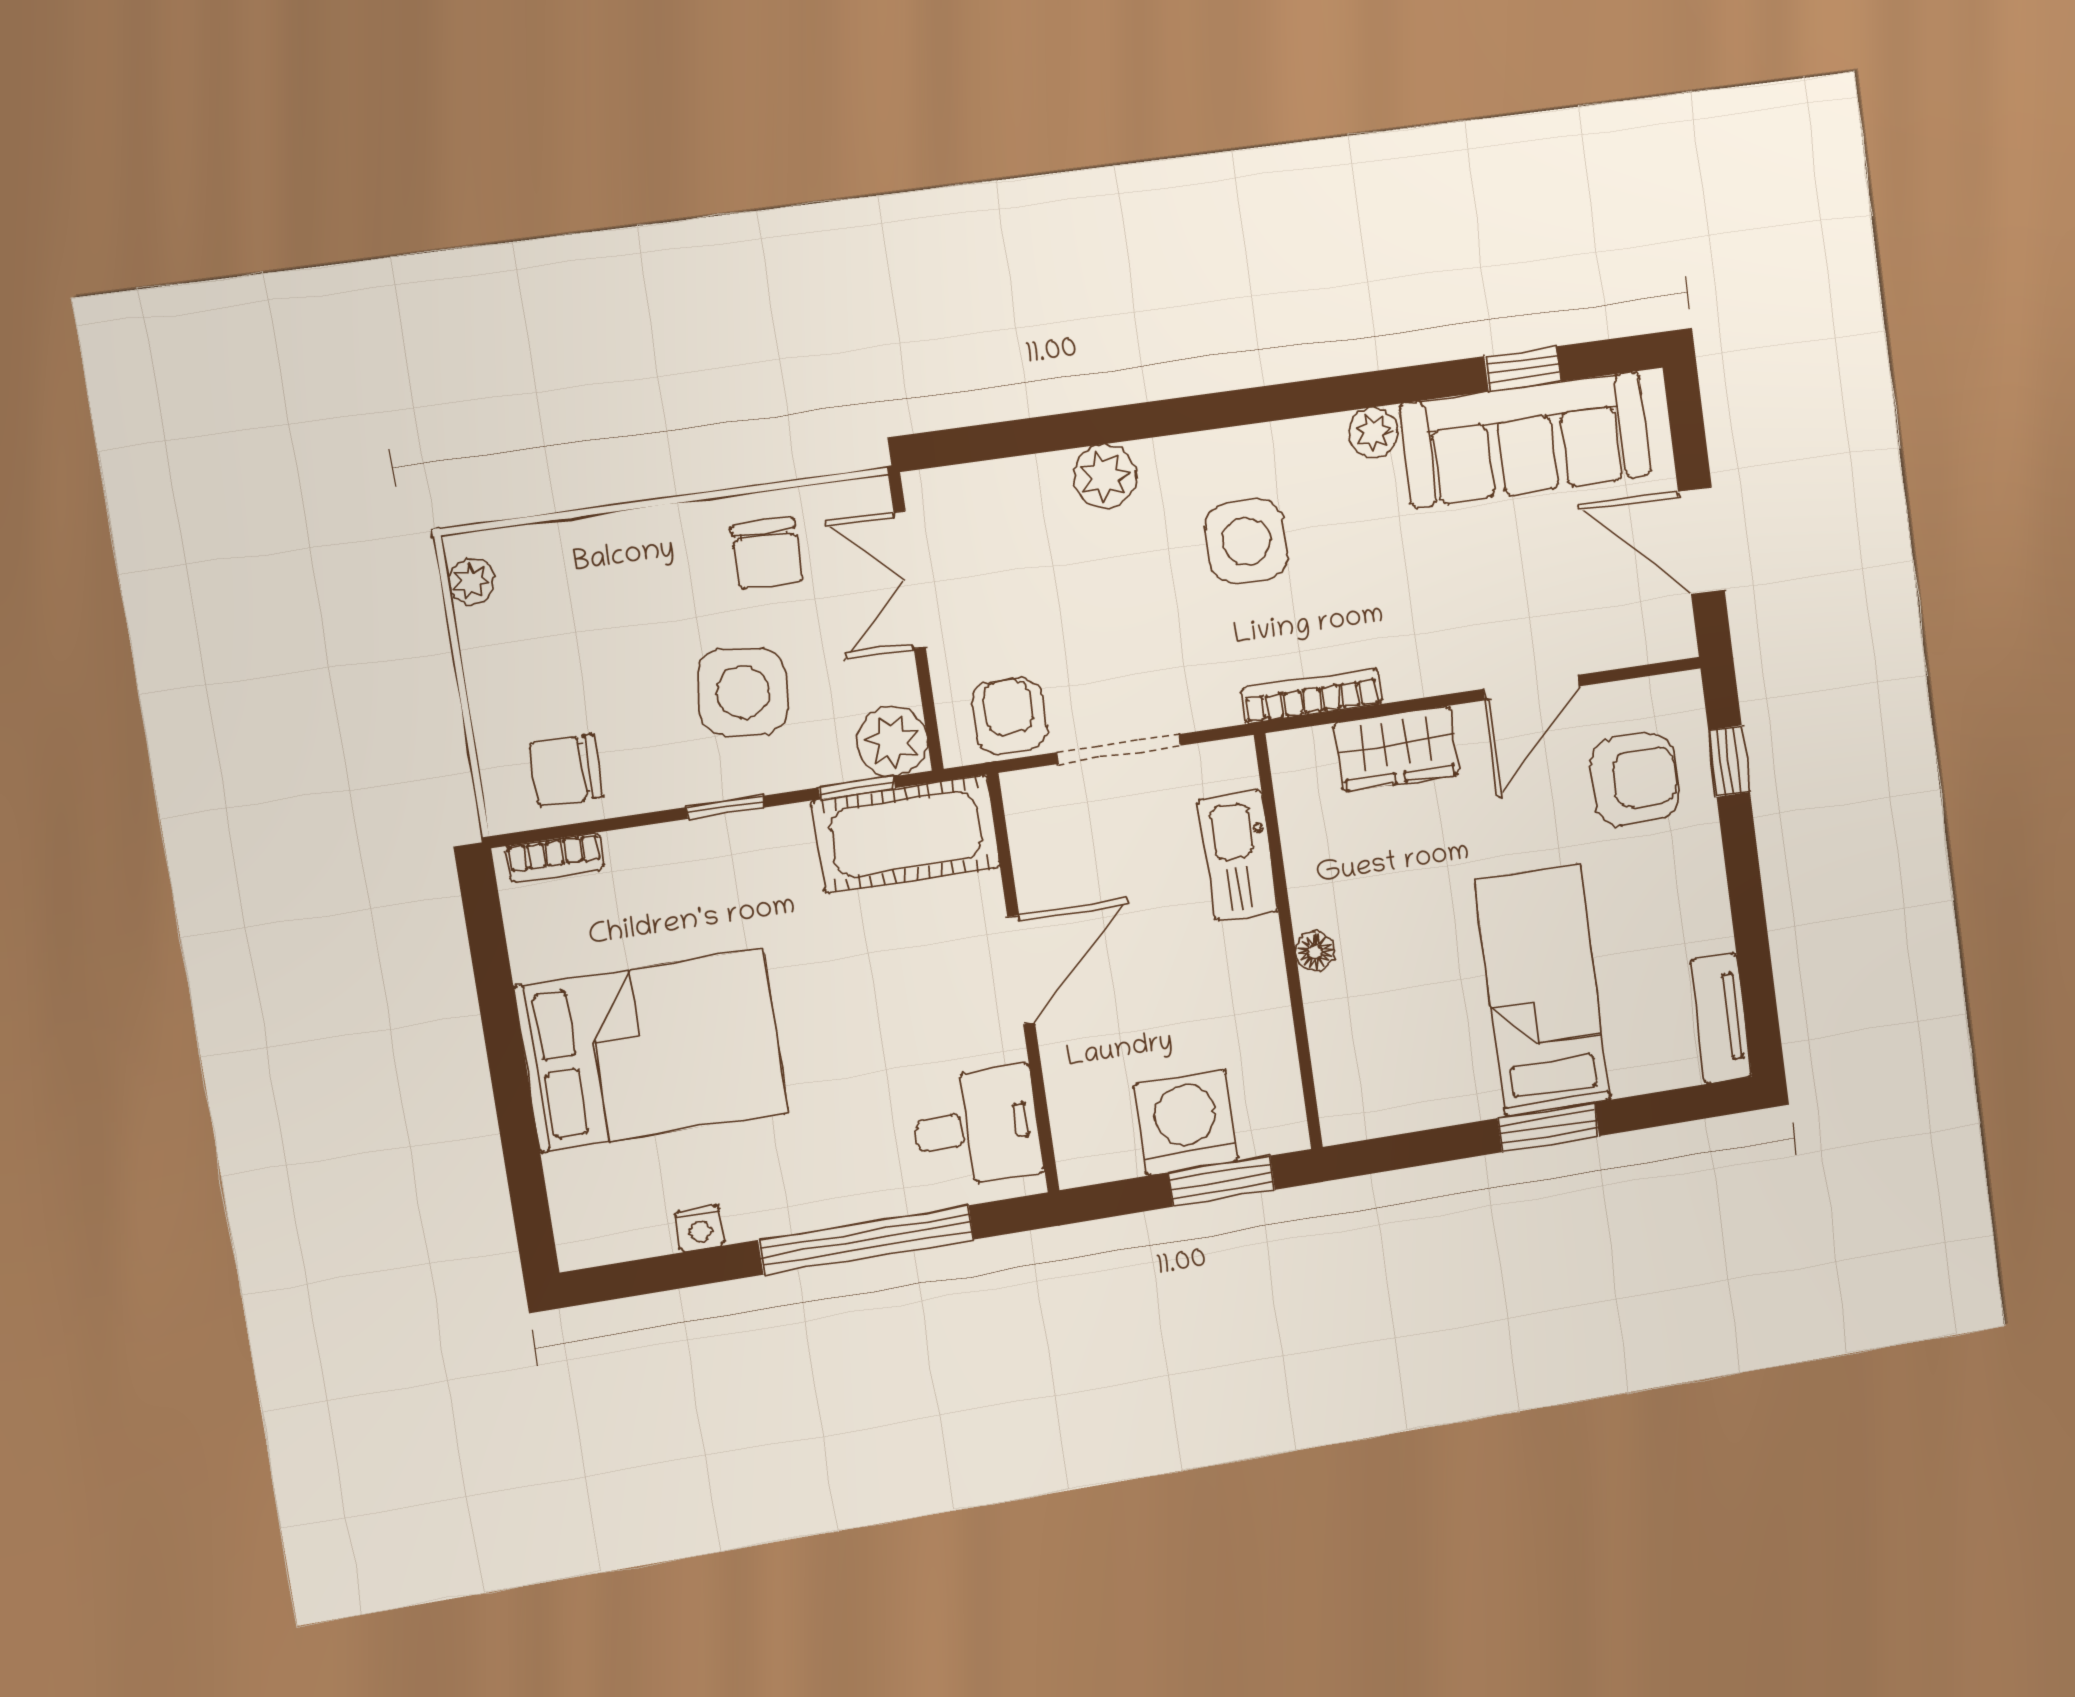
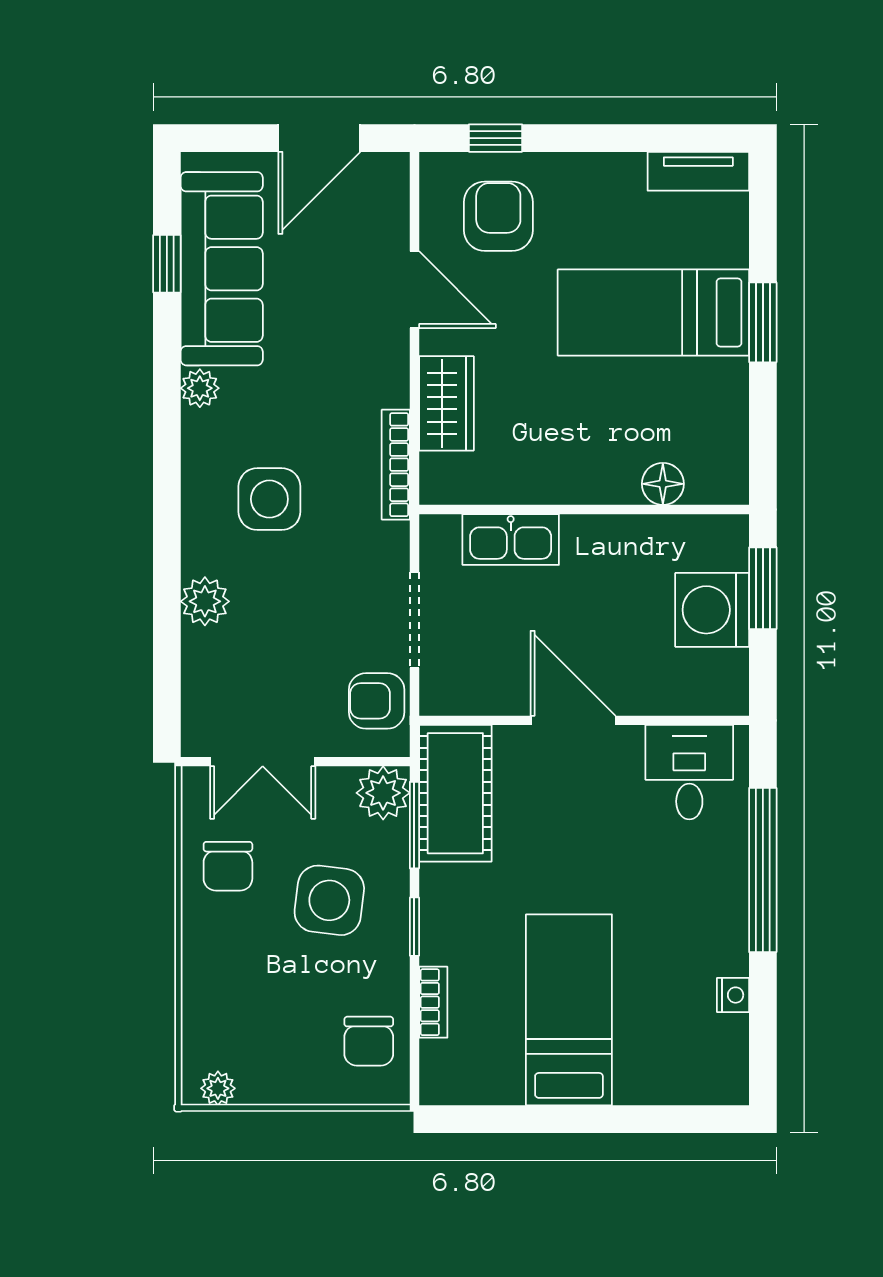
chair: (767, 554) -> (228, 866), turned 90
window: (857, 788) -> (414, 825), width x1.50
bookcase: (555, 858) -> (433, 1002), moved
floor lamp: (1315, 952) -> (663, 484), moved, width x1.37, depth x1.37
bed: (652, 1050) -> (569, 1010), width x0.67

